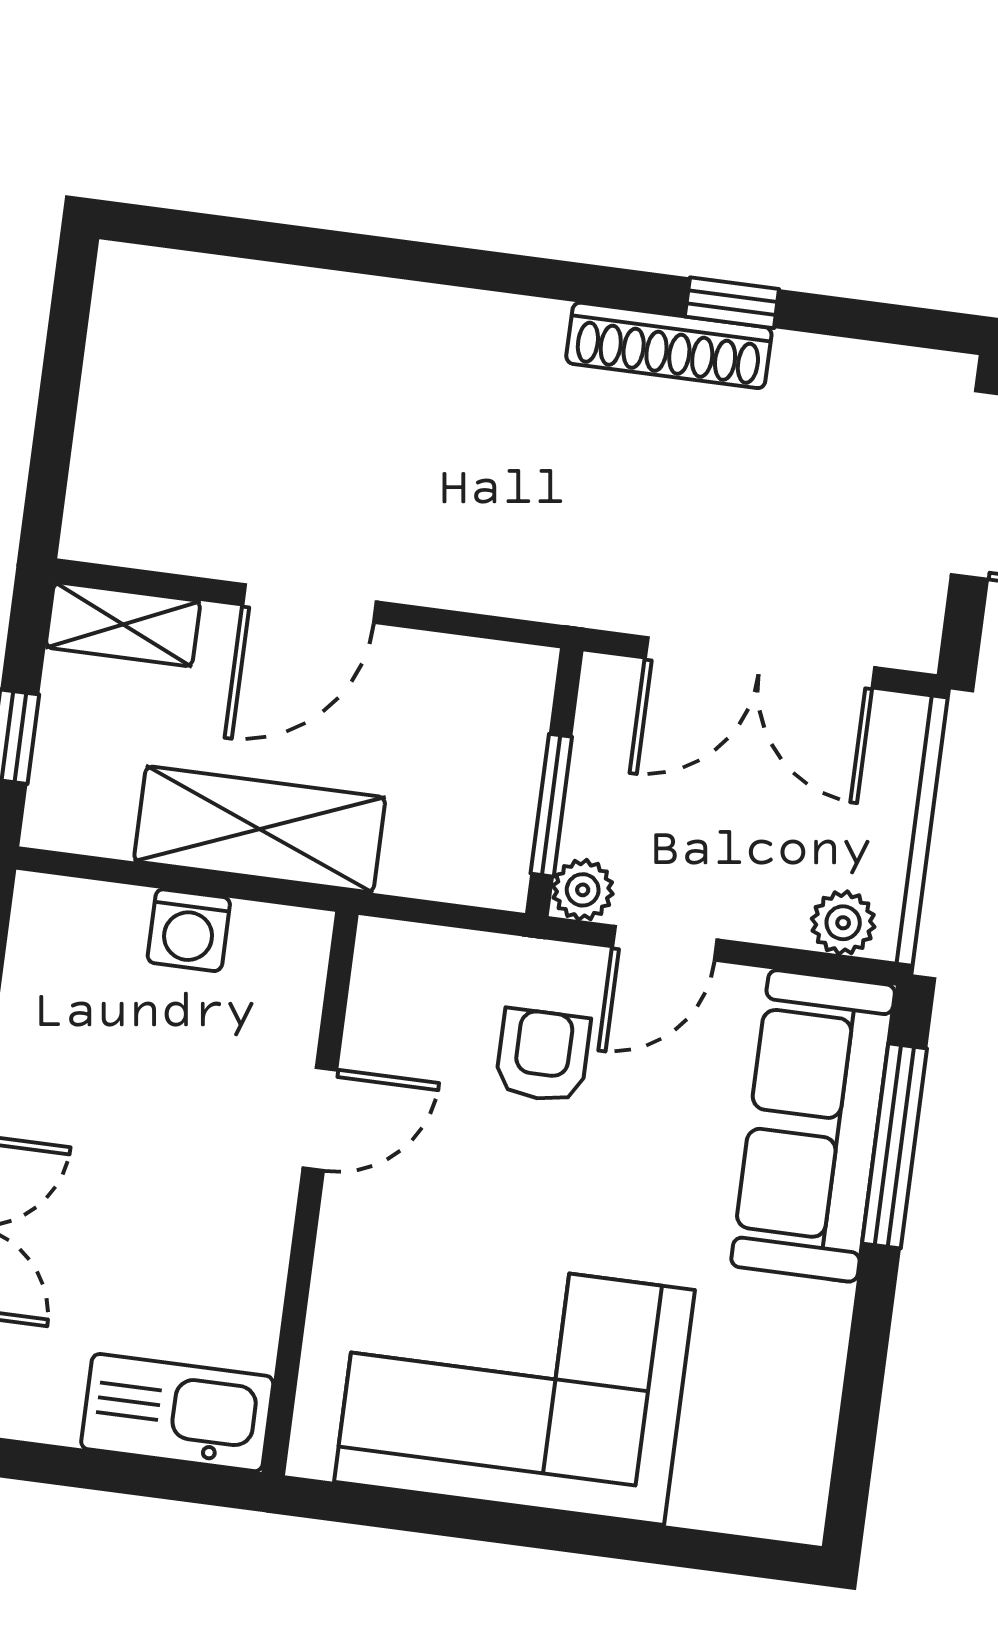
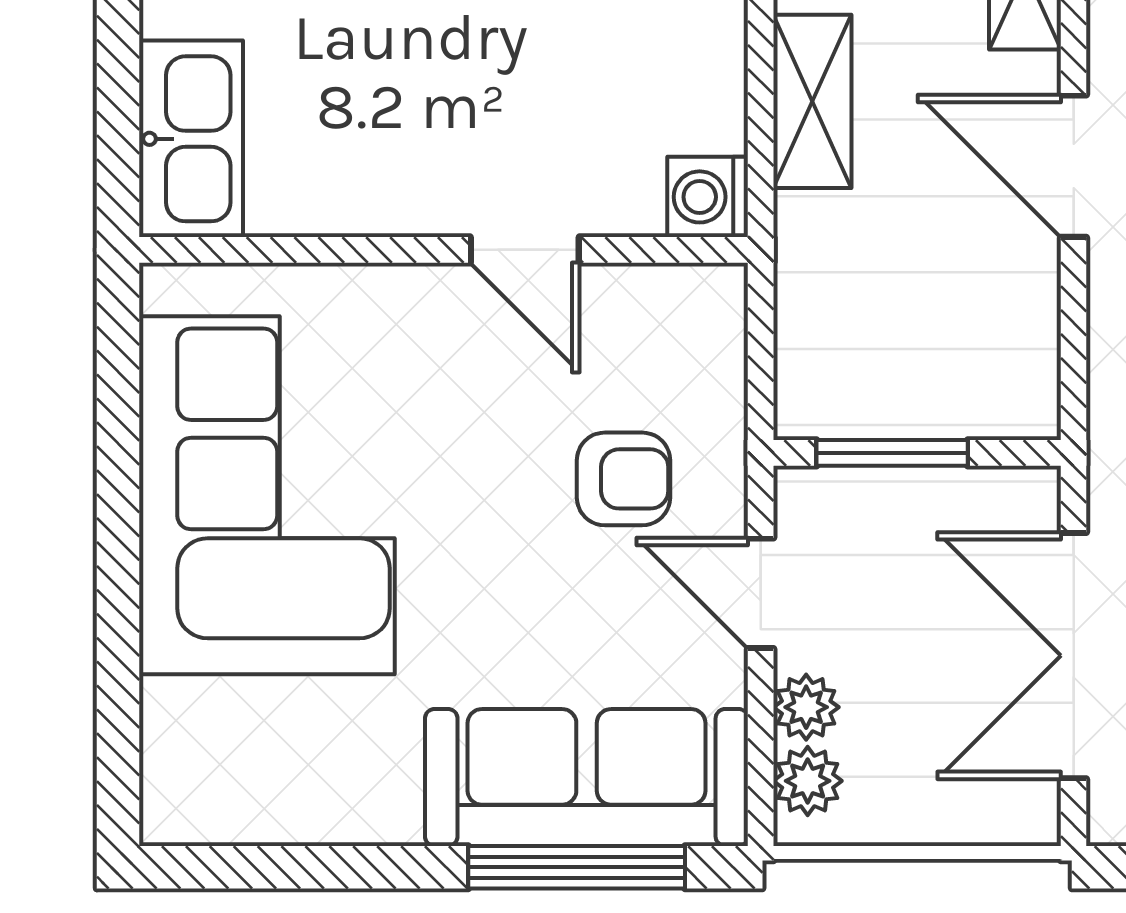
shelving: (260, 829) -> (812, 101), width x0.67, depth x0.75
plant: (583, 890) -> (806, 707), moved
washing machine: (189, 930) -> (708, 197), moved

